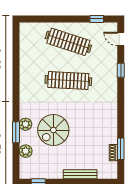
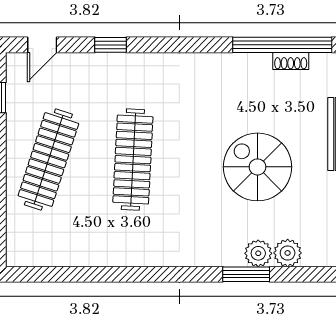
plant: (25, 124) -> (258, 253), moved
spiral stairs: (53, 130) -> (258, 167), moved, turned 180
window: (121, 149) -> (282, 45), width x2.11

